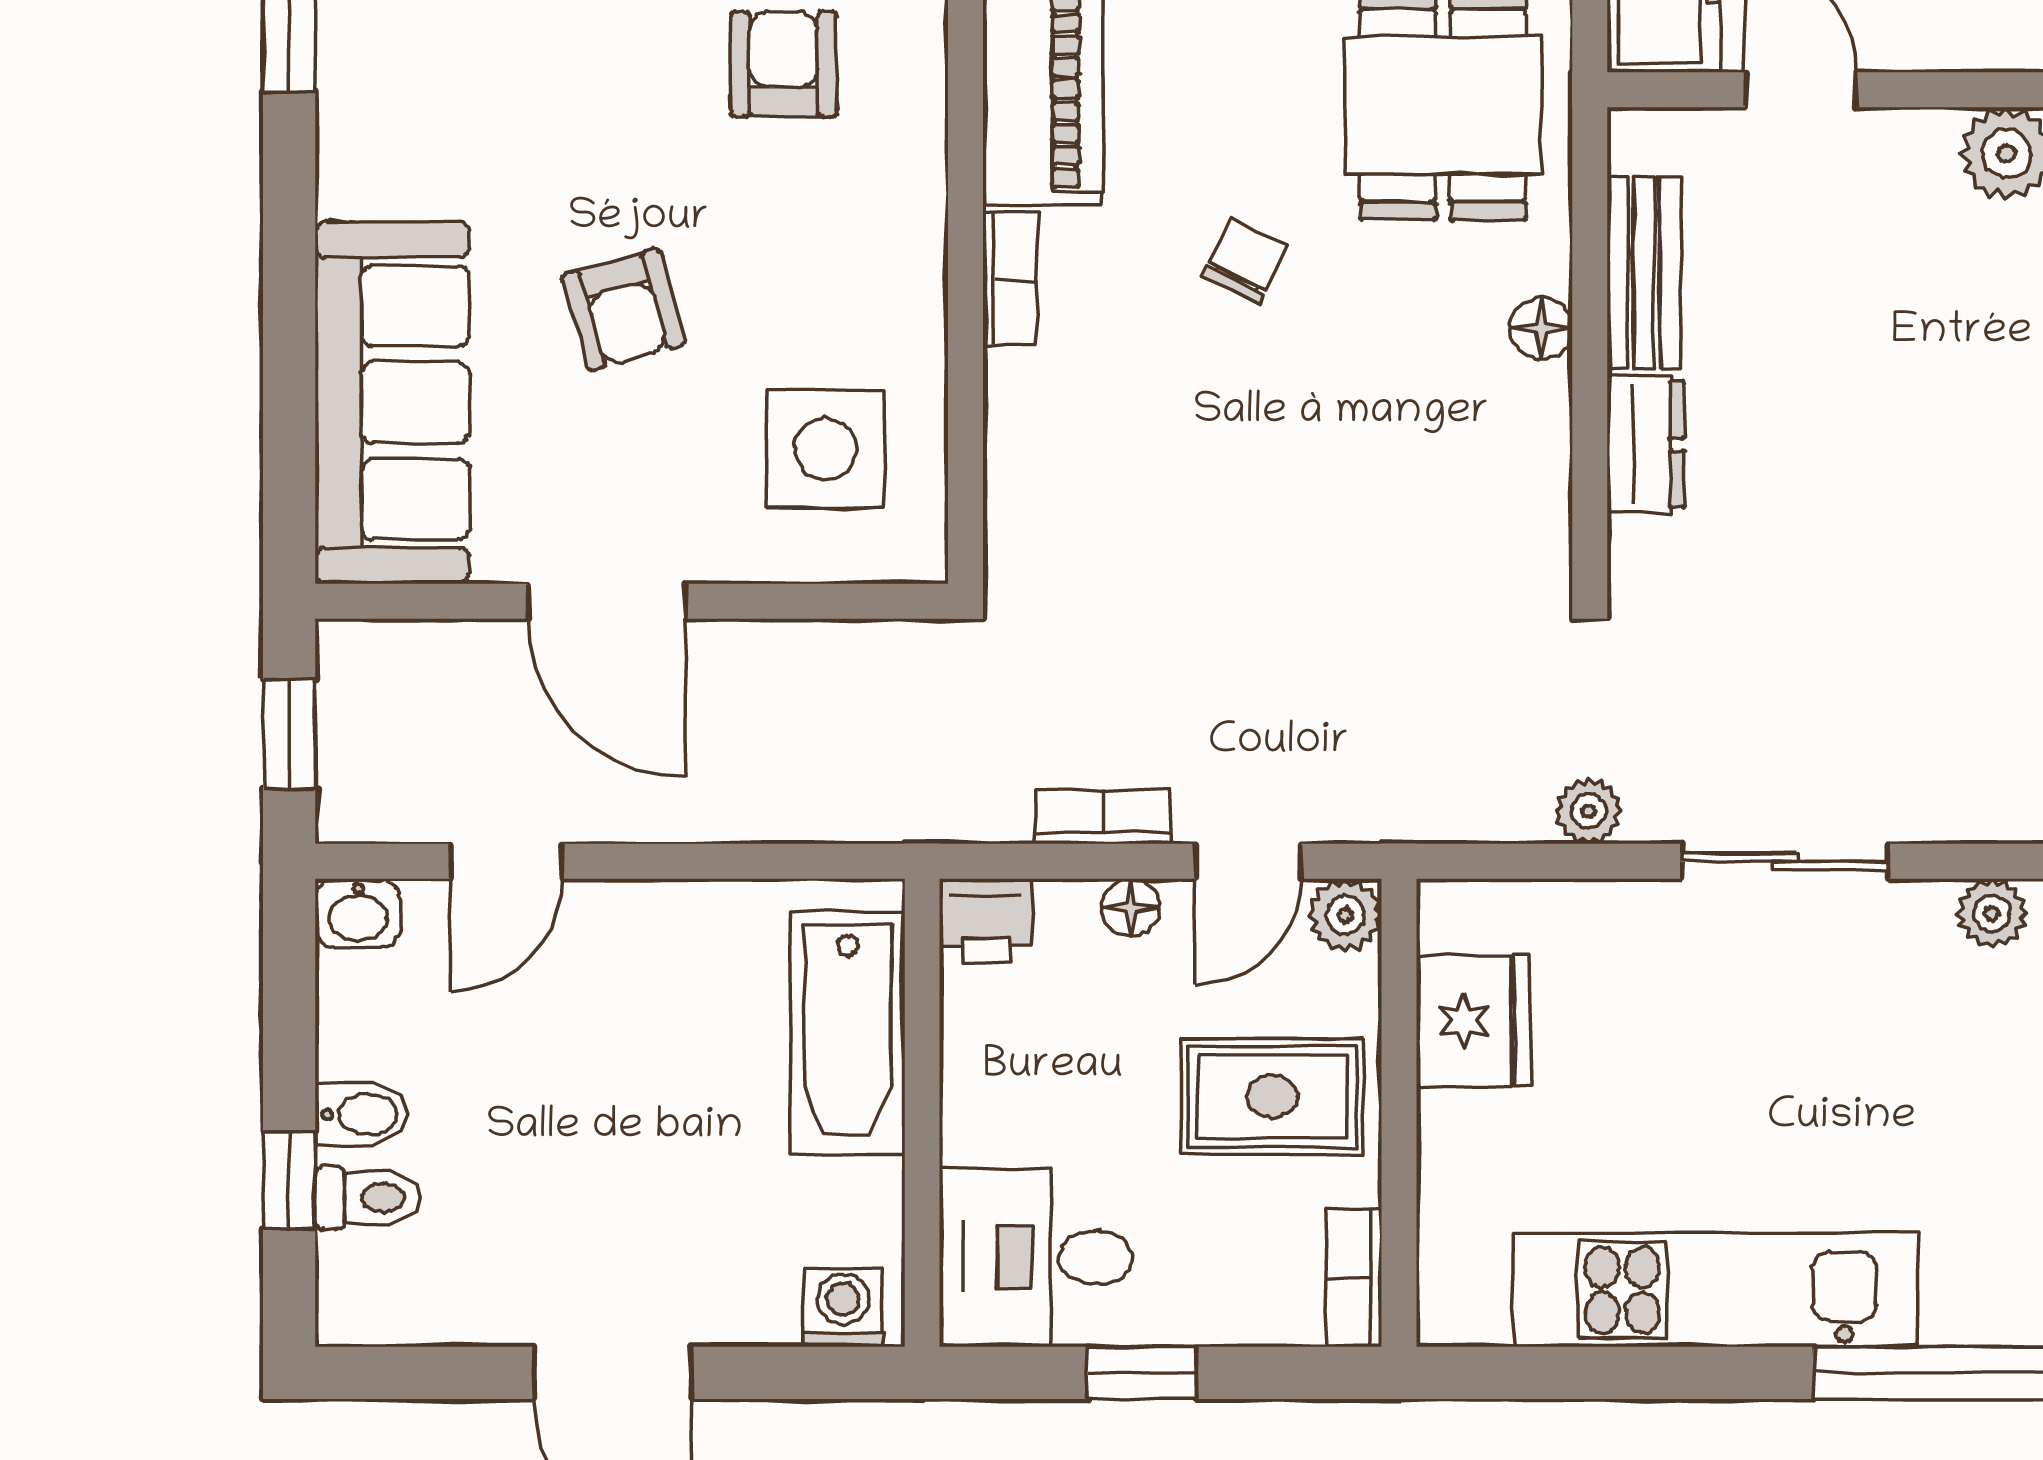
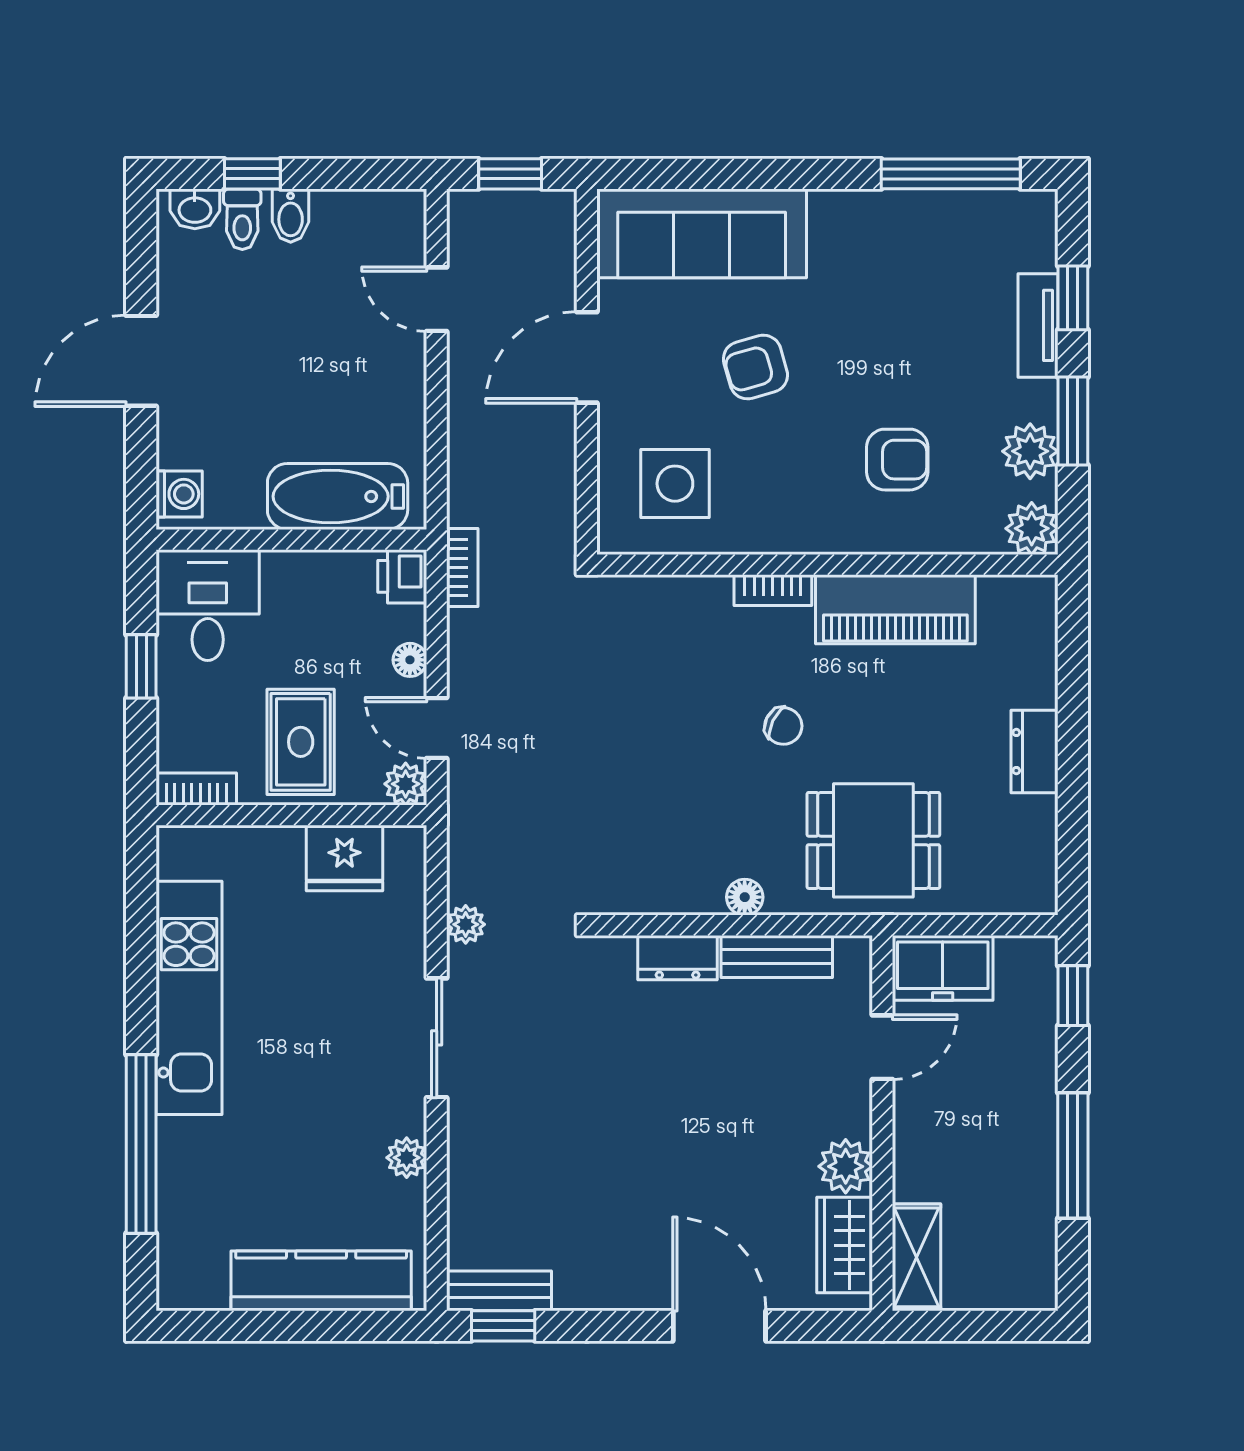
bookcase: (1103, 817) -> (462, 567), moved
washbasin: (358, 913) -> (195, 209), moved, turned -90

